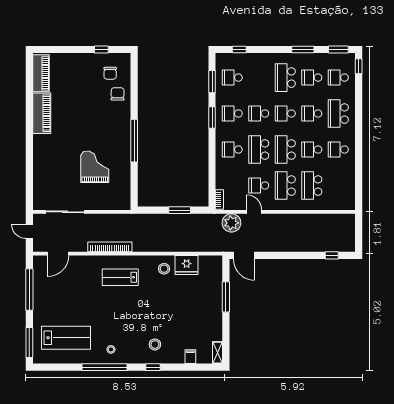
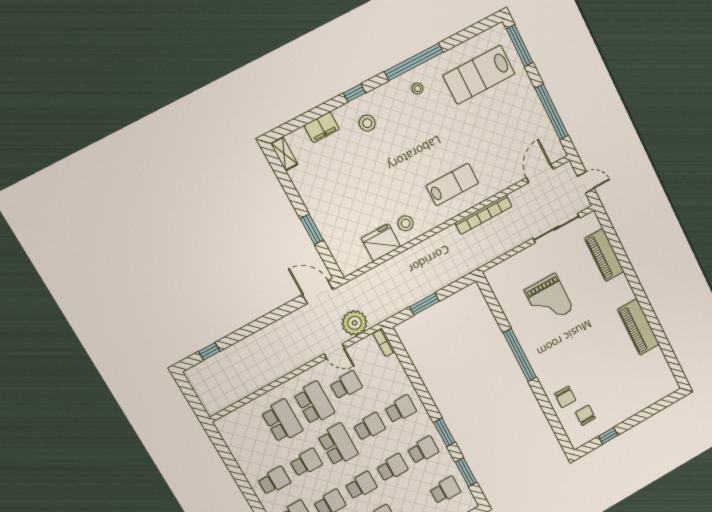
piano: (41, 73) -> (604, 255), moved
school desk: (259, 150) -> (369, 427), width x0.54
window: (226, 297) -> (312, 229), width x0.69
filing cabinet: (190, 357) -> (322, 127), width x2.00

